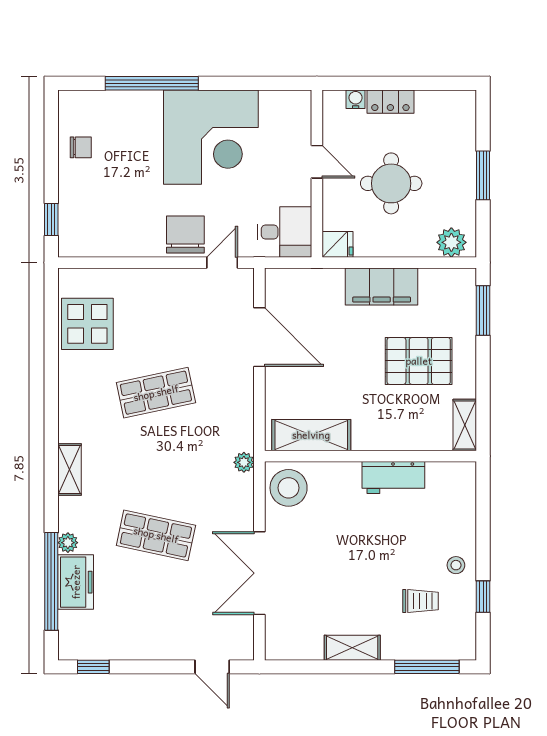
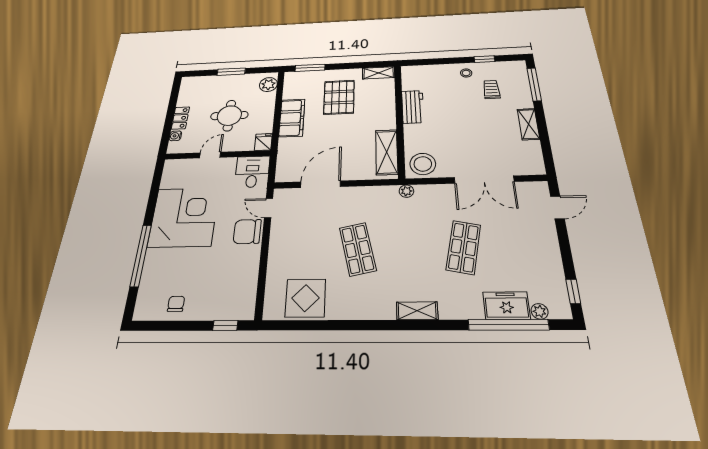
plant: (68, 543) -> (540, 311), moved

